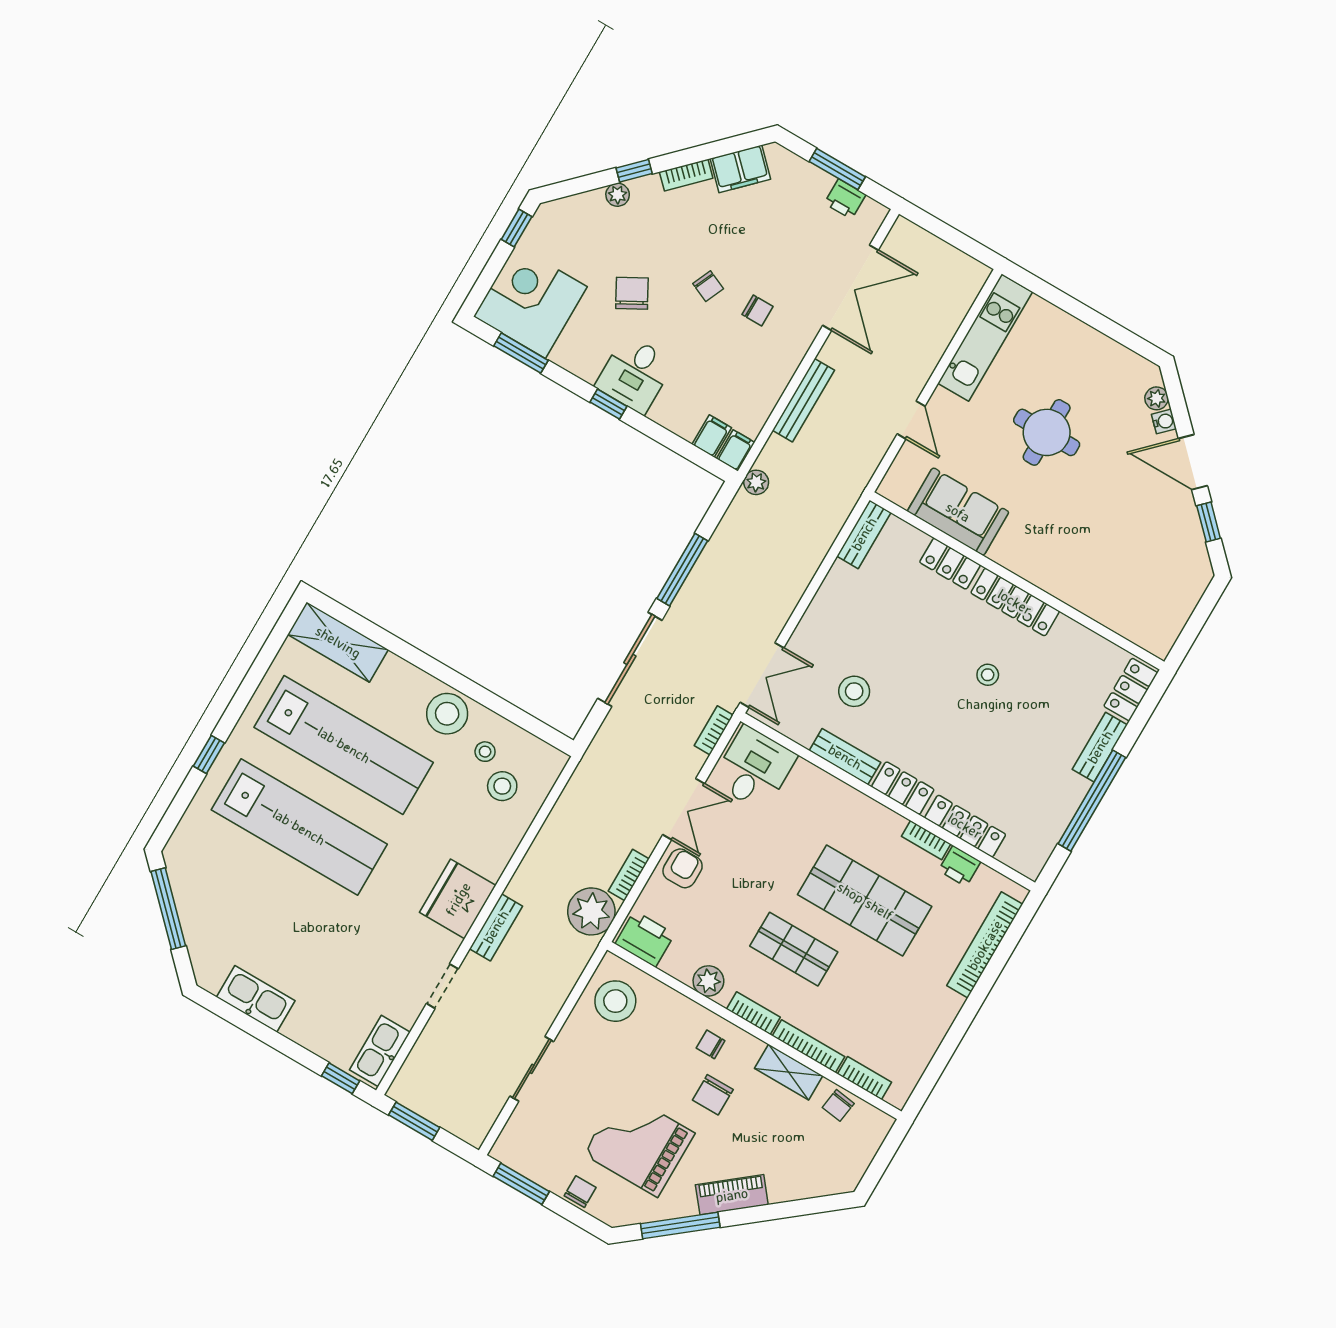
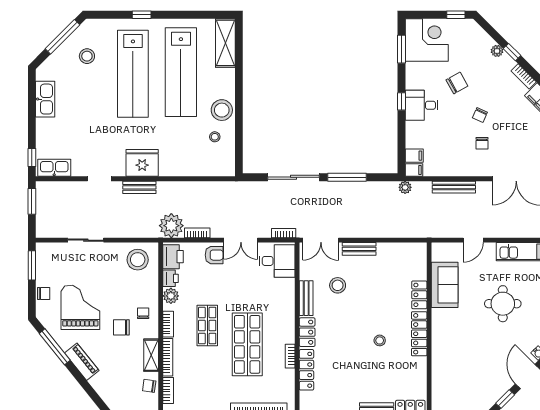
bench: (864, 534) -> (359, 249), moved
stool: (502, 786) -> (87, 56), moved
printer: (960, 866) -> (171, 278), moved, turned 180

